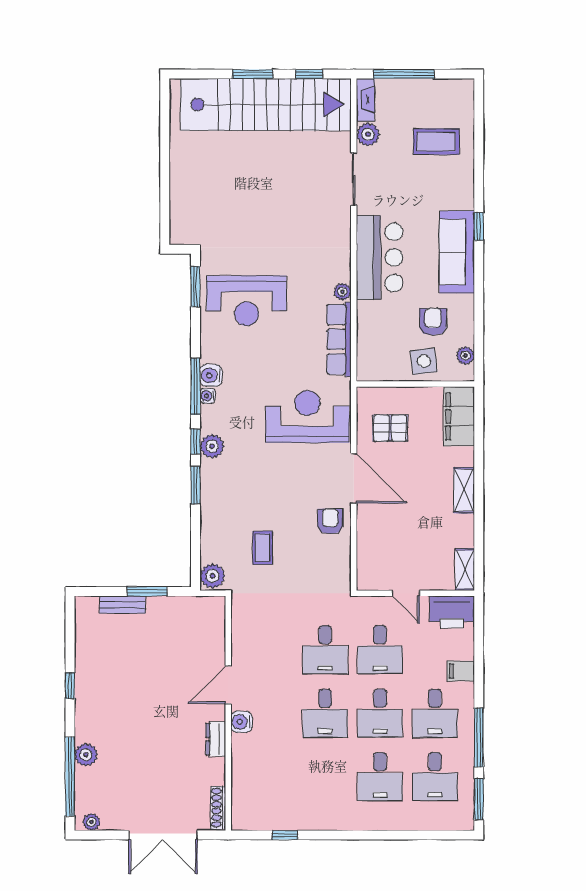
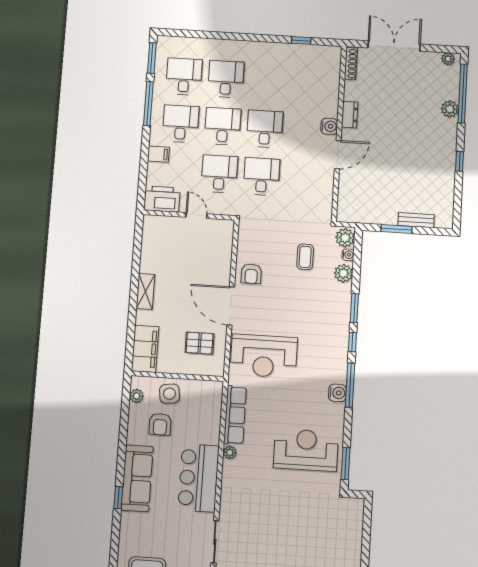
water cooler: (208, 396) -> (348, 255), moved
plant: (212, 446) -> (343, 273), moved
shelving: (465, 570) -> (149, 231), removed

